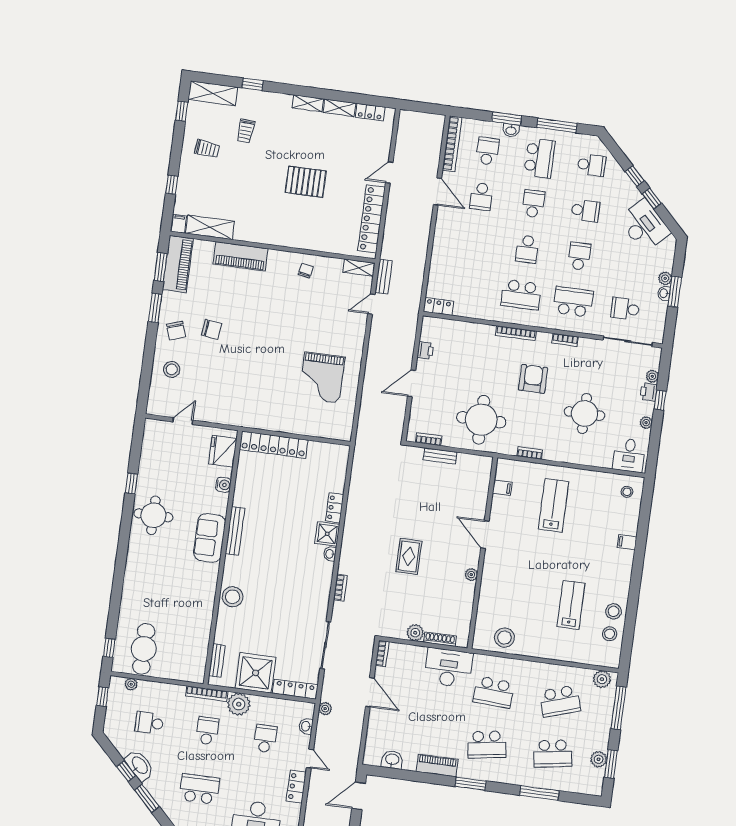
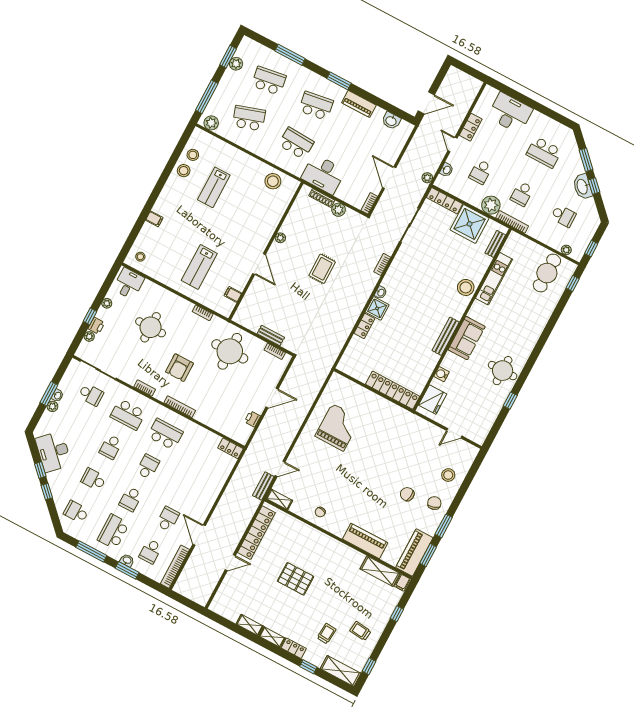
locker: (370, 112) -> (294, 648), moved
kitchen unit: (203, 619) -> (494, 279), added

